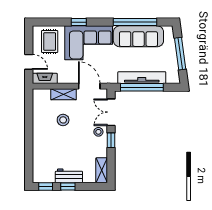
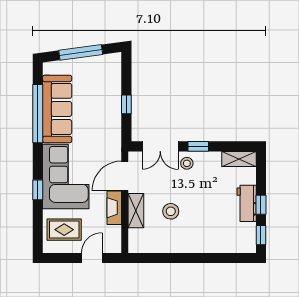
fireplace: (45, 78) -> (114, 208), moved
tv unit: (142, 78) -> (113, 104), removed
window: (142, 87) -> (126, 104), width x0.32

